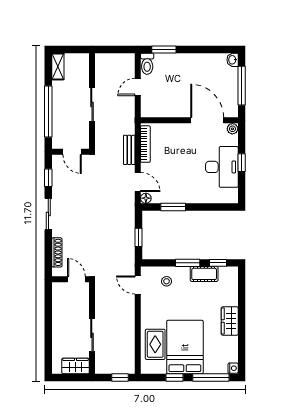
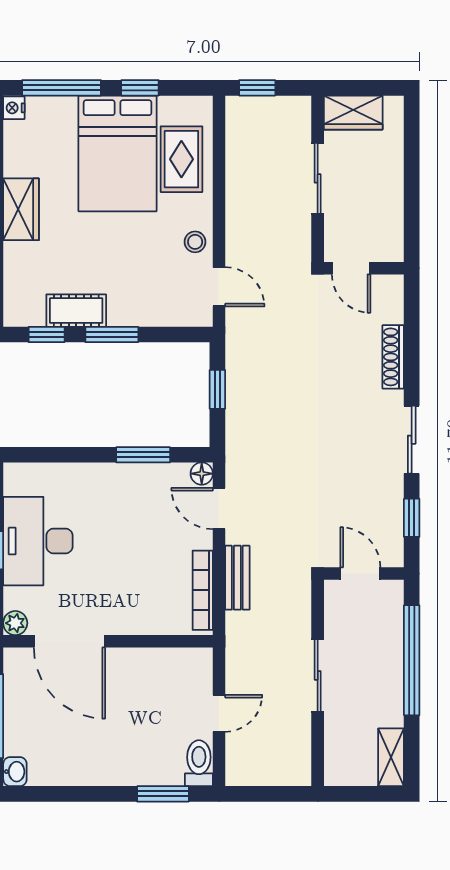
wall: (70, 279) -> (364, 268), moved
door: (76, 279) -> (351, 268), moved
stool: (167, 281) -> (195, 242), moved

